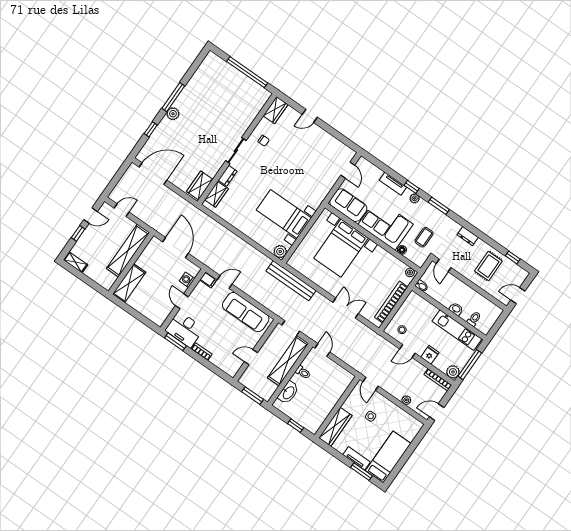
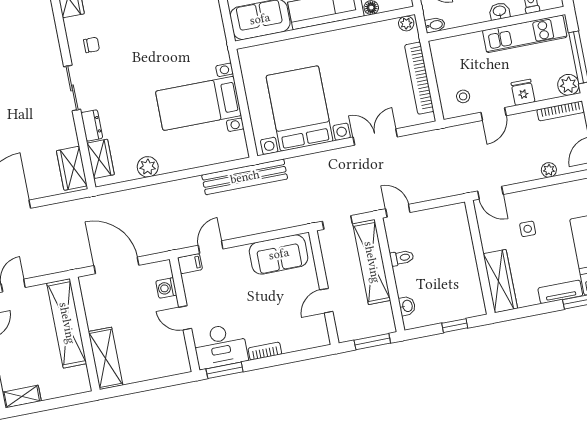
bed with nightstands: (341, 248) -> (299, 108), moved, turned 180
plant: (280, 252) -> (148, 167), moved
bench: (291, 281) -> (245, 177), moved
sofa: (246, 312) -> (279, 254), width x0.73
washbasin: (288, 393) -> (407, 306), width x0.52, depth x0.69

